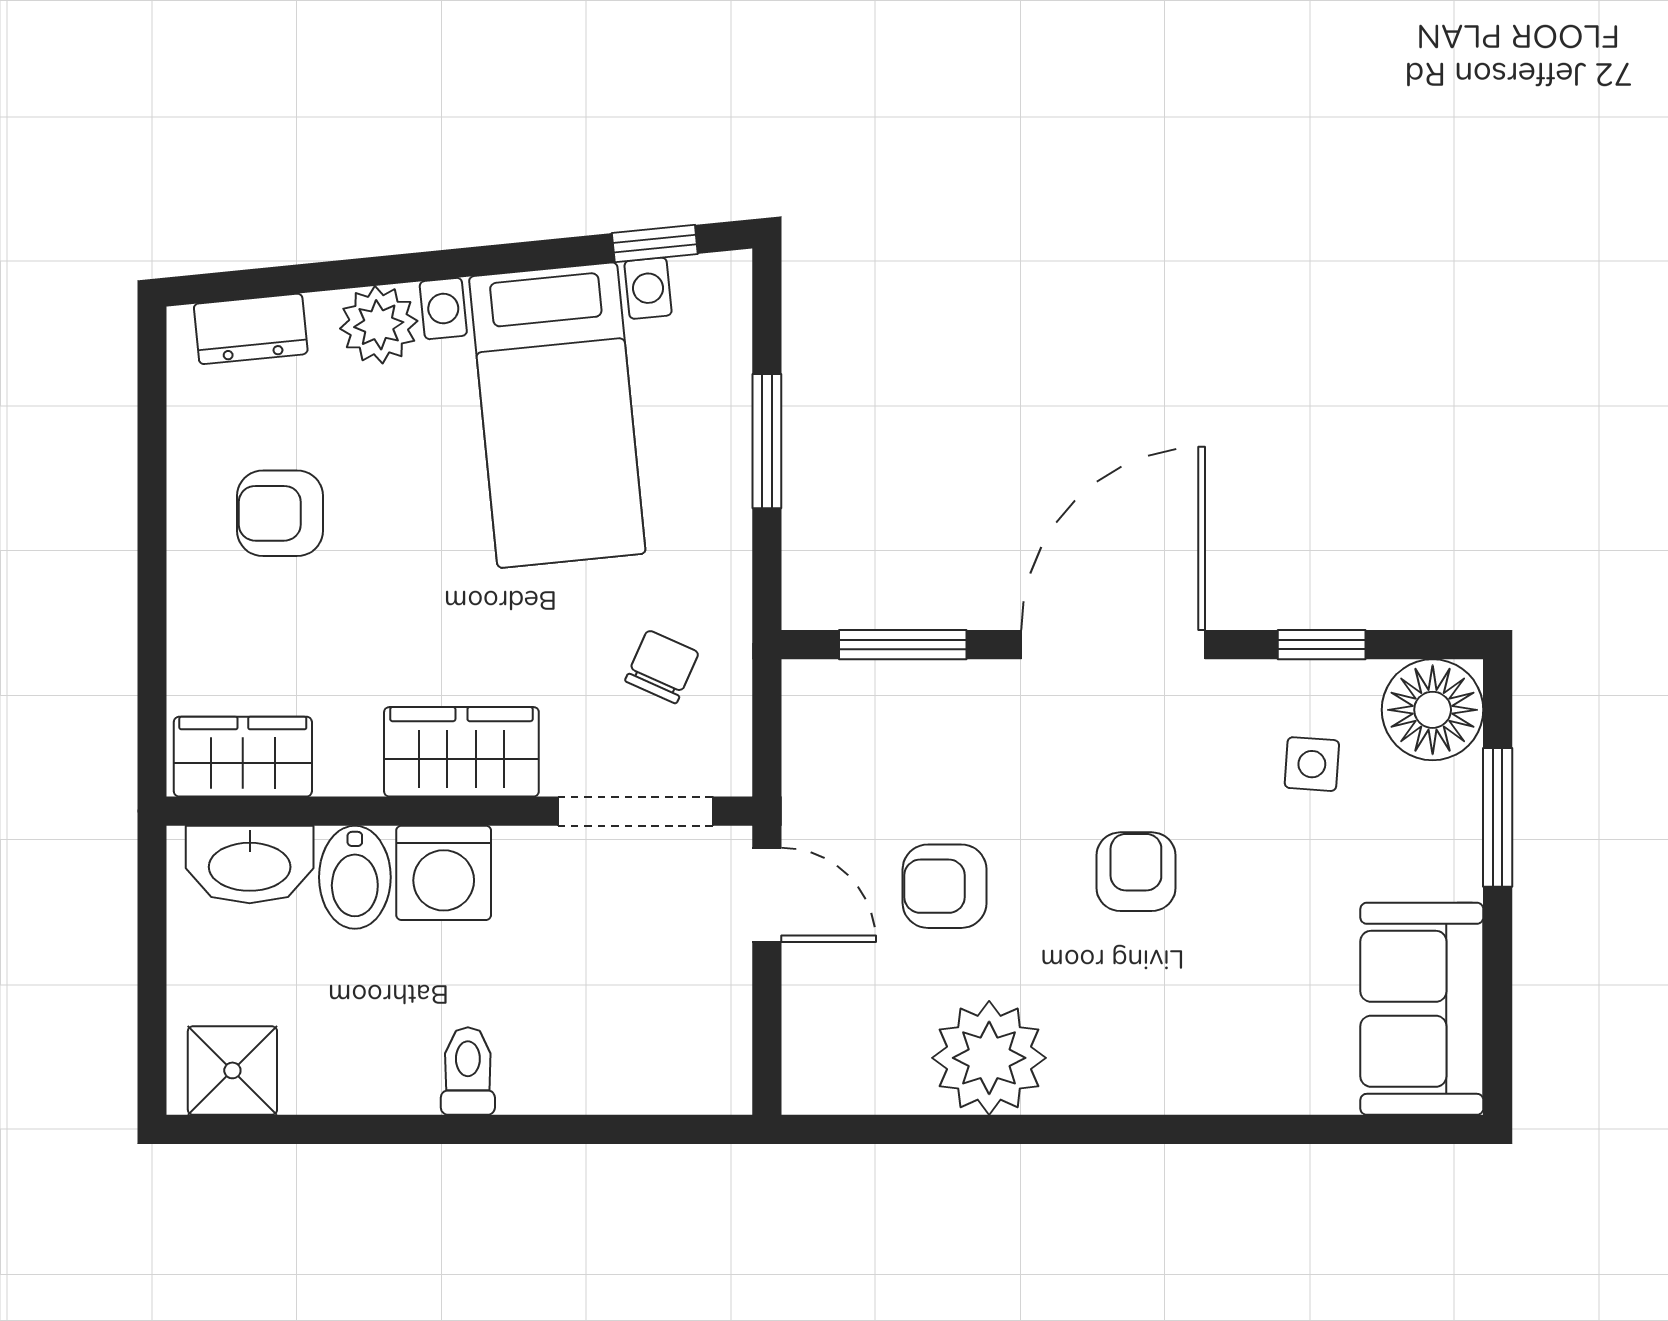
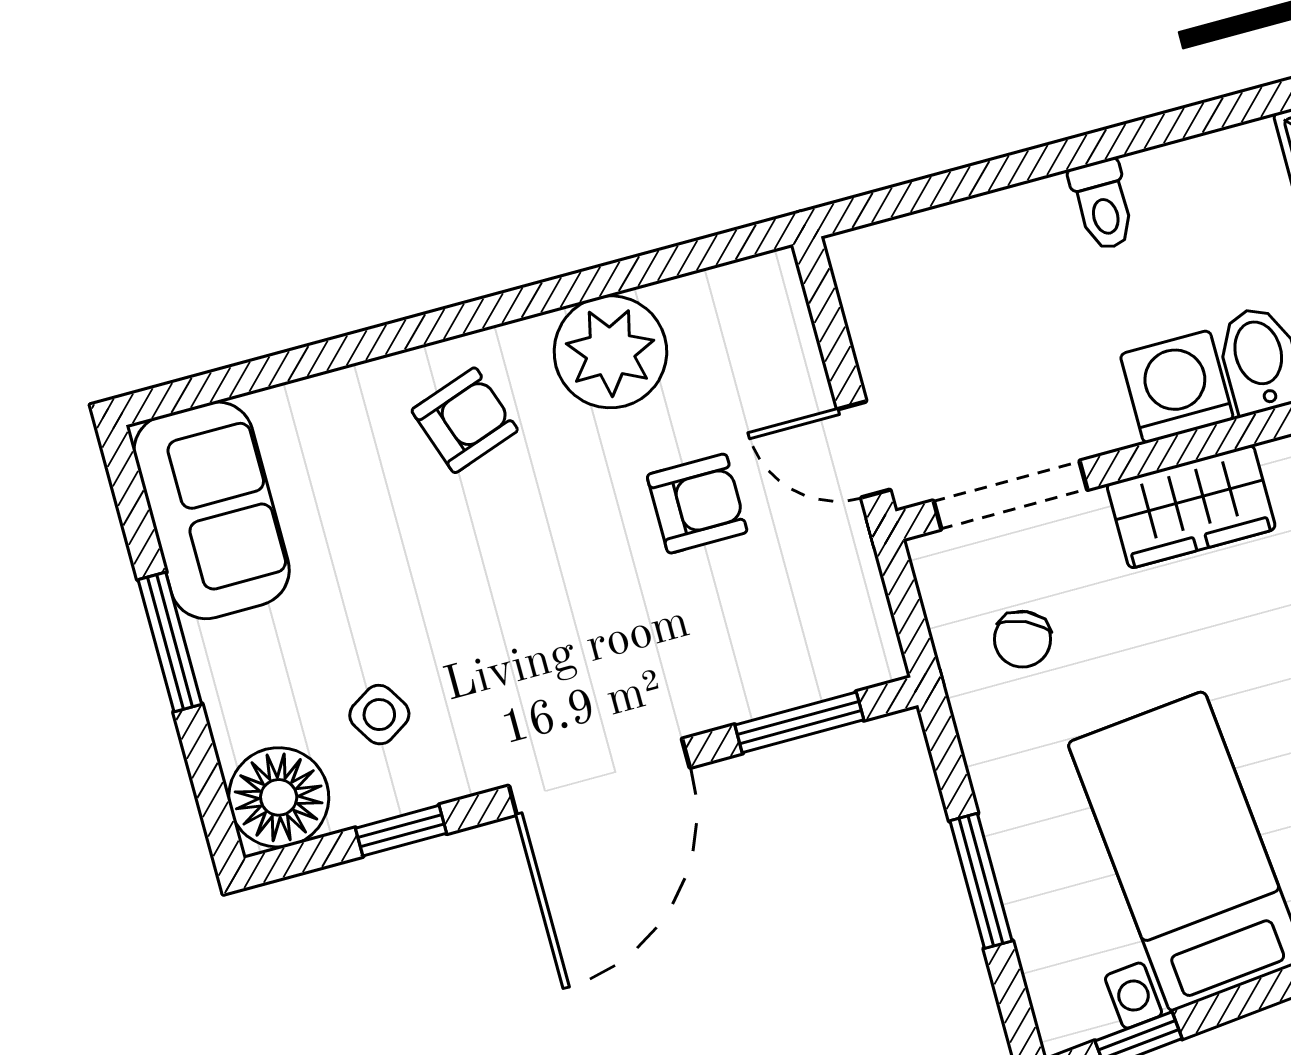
side table: (1312, 764) -> (379, 715), turned -36
window: (1498, 817) -> (170, 642), moved
armchair: (1136, 872) -> (465, 420), moved, turned -109

